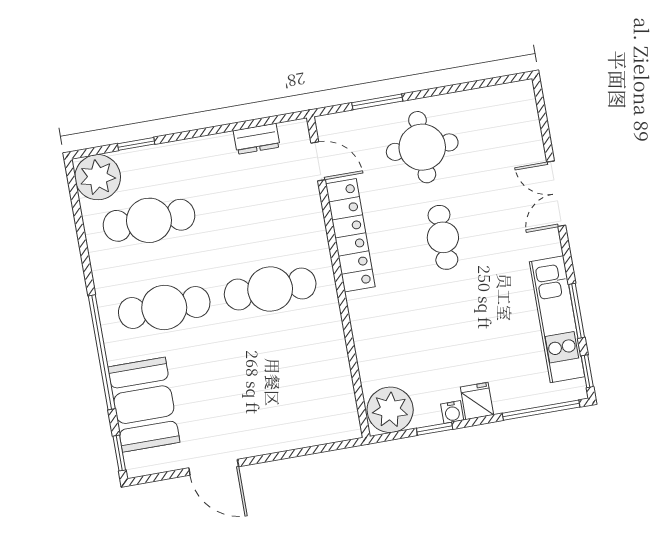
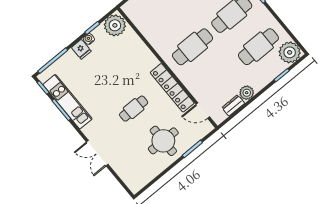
plant: (219, 148) -> (247, 93), added
double door: (556, 194) -> (97, 153), swing flipped
cafe table: (443, 237) -> (134, 109), turned 90

